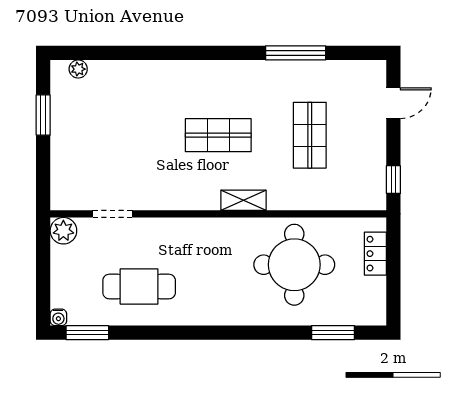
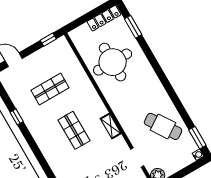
window: (296, 53) -> (17, 117), width x0.46
shelving: (243, 200) -> (111, 126), moved
locker: (375, 254) -> (104, 18), moved, width x1.53
cafe table: (139, 287) -> (163, 126), turned -33

